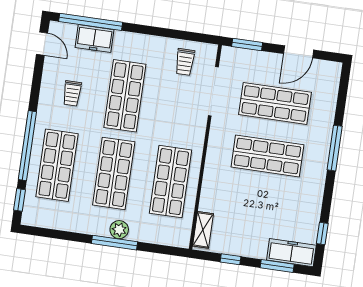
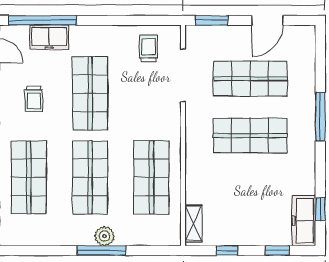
trolley: (185, 62) -> (148, 48), turned 180
freezer: (291, 253) -> (304, 221), moved, turned -90
window: (277, 266) -> (277, 251), width x0.67

